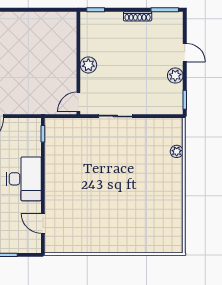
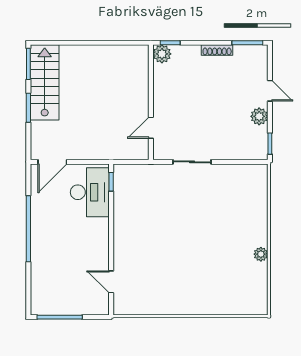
plant: (88, 65) -> (162, 54), moved
door: (78, 102) -> (151, 128), moved
plant: (177, 151) -> (261, 254), moved
desk: (24, 179) -> (90, 192), moved

